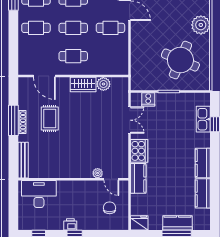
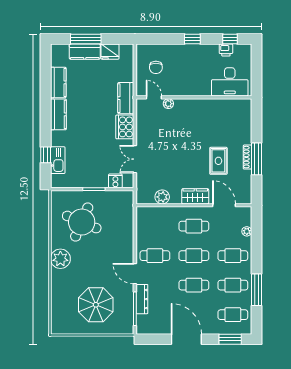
plant: (23, 51) -> (247, 231), added
wardrobe: (83, 85) -> (195, 196), moved
bench: (23, 160) -> (246, 117), removed
fridge: (139, 223) -> (110, 52), moved
printer: (70, 224) -> (226, 50), moved

